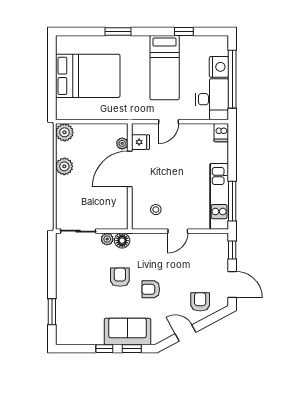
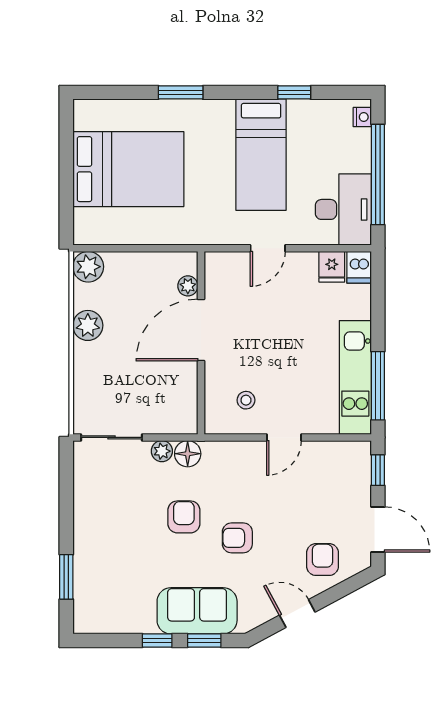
nightstand: (219, 67) -> (362, 117), moved, width x0.53, depth x0.56
fridge: (141, 142) -> (332, 267), moved, turned 90

